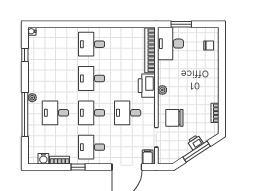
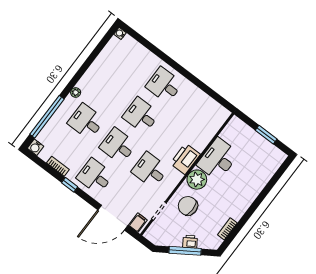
window: (181, 24) -> (266, 135), moved
desk: (170, 44) -> (218, 159), moved
chair: (209, 45) -> (267, 165), removed
bookcase: (150, 50) -> (212, 130), removed
window: (25, 55) -> (98, 50), removed
plant: (162, 90) -> (197, 180), width x1.88, depth x1.88
window: (25, 114) -> (47, 117), moved
water cooler: (43, 159) -> (35, 147), moved

